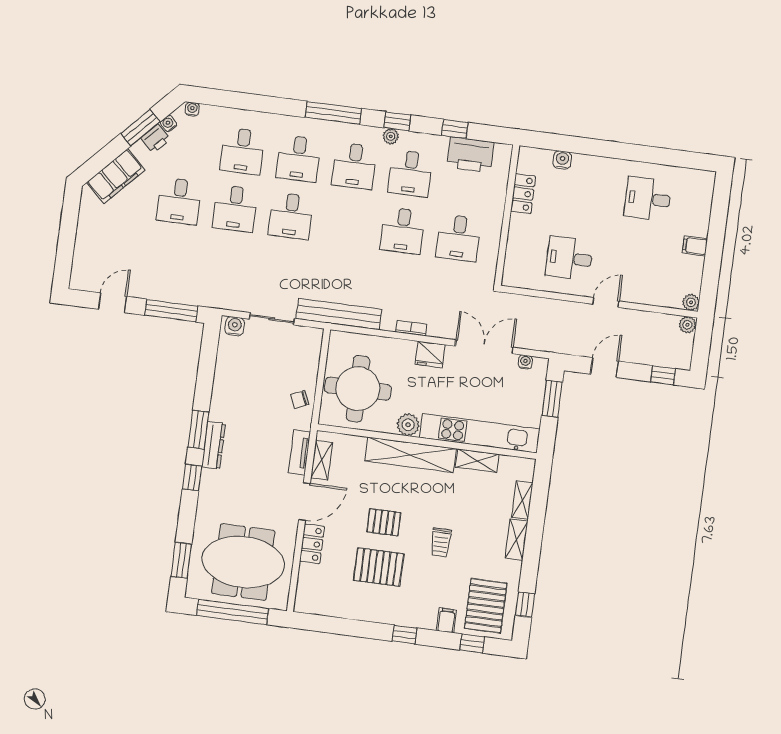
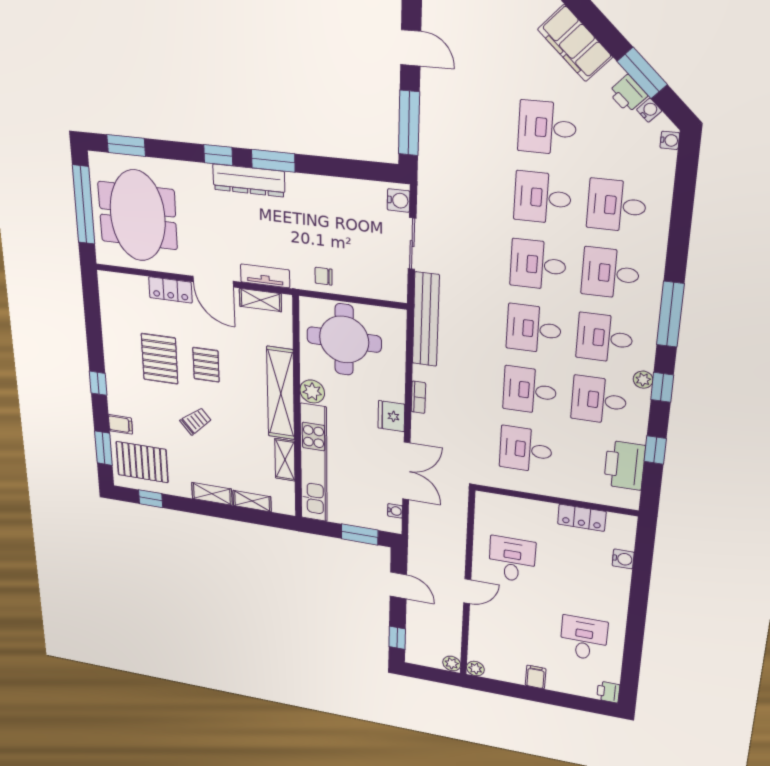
printer: (705, 180) -> (608, 692), added
desk: (347, 223) -> (534, 329), added
door: (606, 303) -> (467, 591), hinge flipped
chair: (300, 399) -> (324, 276), turned -66
dresser: (214, 445) -> (249, 180), width x1.37, depth x1.24
trolley: (441, 542) -> (196, 421), turned 140
window: (472, 644) -> (103, 448), width x1.50

